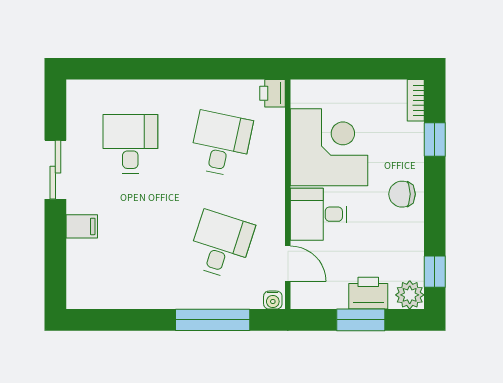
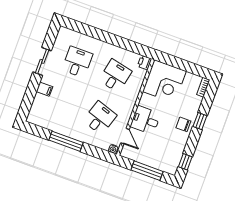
window: (435, 139) -> (200, 121), moved
corner desk: (329, 147) -> (164, 81), moved, turned 90
printer: (368, 293) -> (154, 161), removed
plant: (410, 295) -> (171, 168), removed
window: (213, 320) -> (66, 141), moved
window: (361, 320) -> (147, 171), width x1.44

